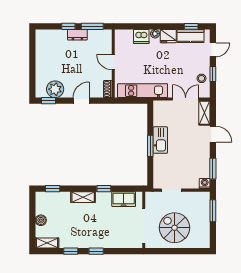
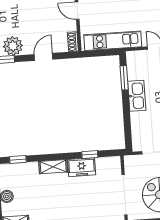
window: (150, 146) -> (124, 78), moved
window: (104, 189) -> (90, 155), moved
freezer: (124, 199) -> (82, 167), moved

